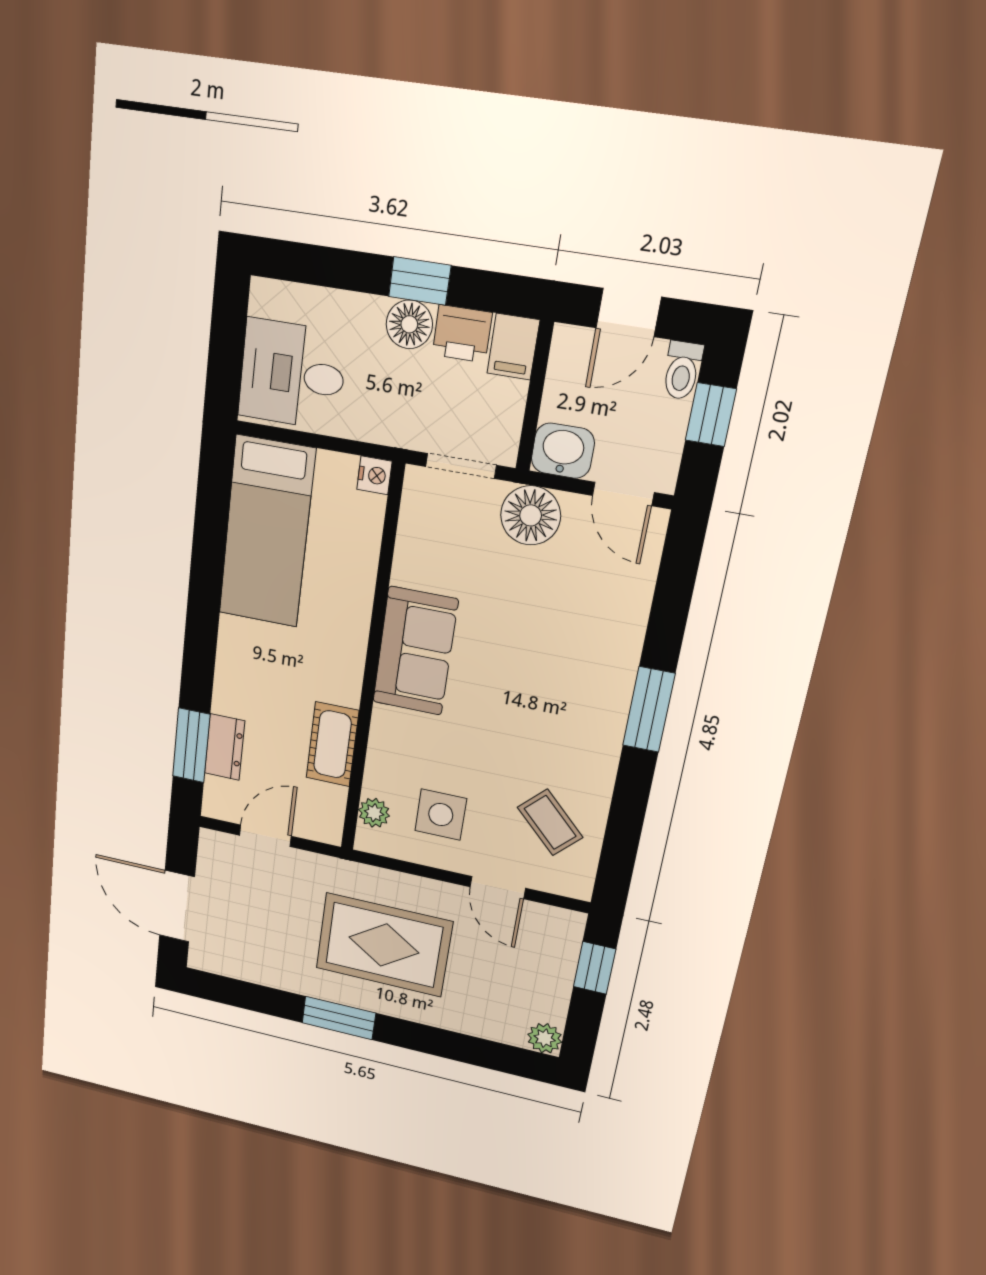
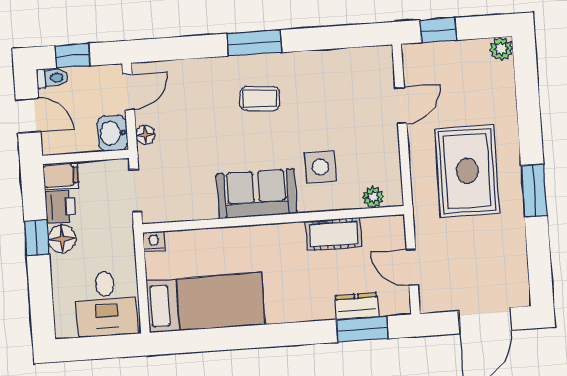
floor lamp: (531, 515) -> (145, 135), width x0.53, depth x0.53
side table: (441, 815) -> (320, 167), moved
coffee table: (550, 822) -> (260, 98), moved, turned 49

